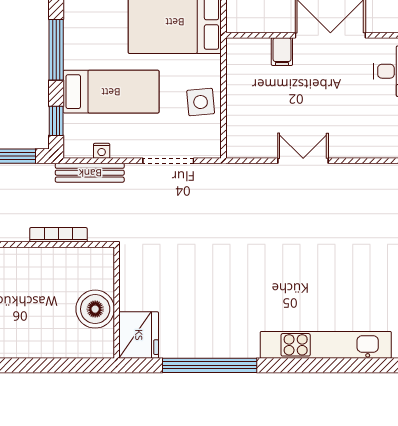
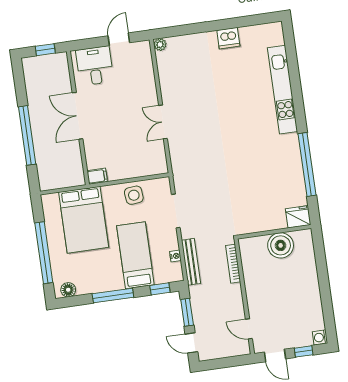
filing cabinet: (282, 52) -> (97, 176), moved
bookcase: (58, 235) -> (233, 264), moved
fridge: (139, 335) -> (298, 217), width x0.73, depth x0.75

